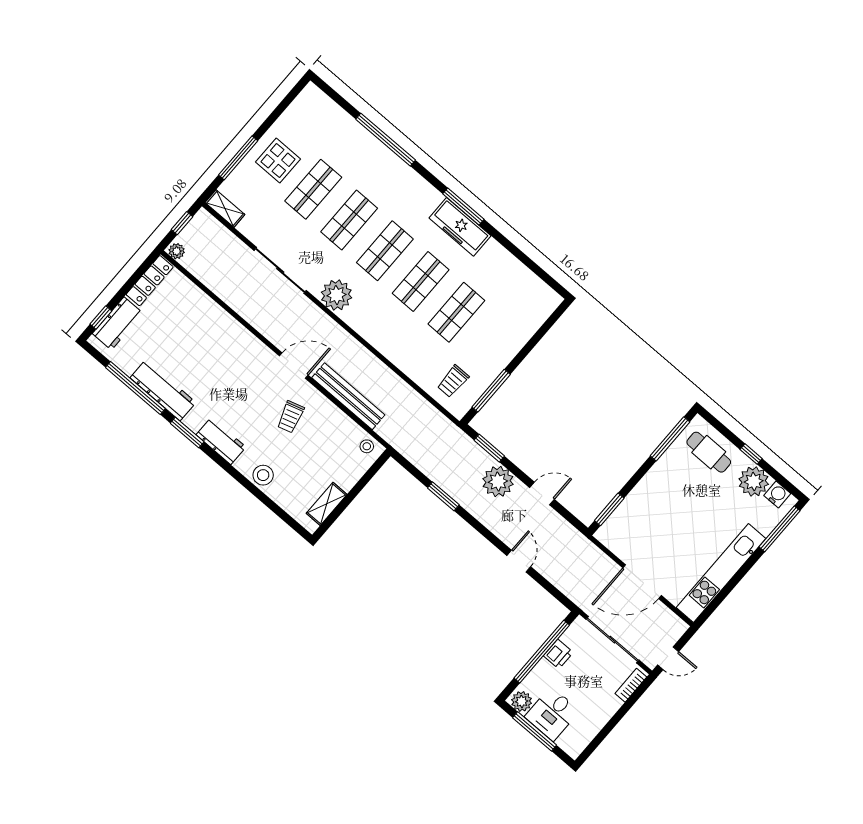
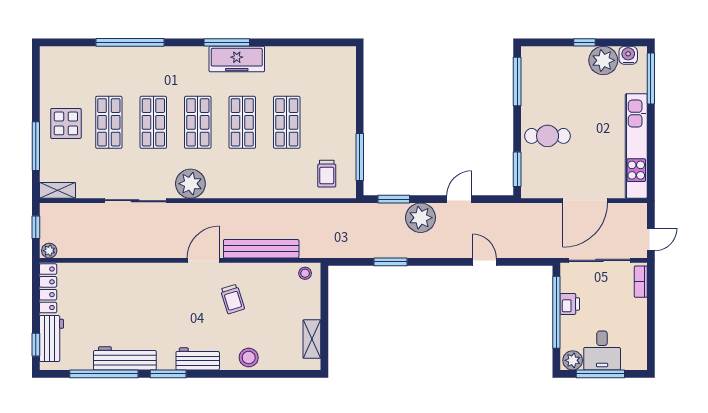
cafe table: (709, 452) -> (548, 136), moved

